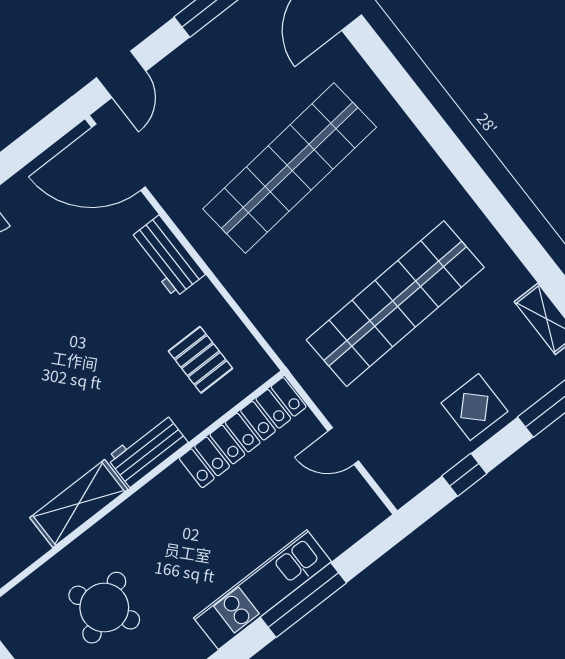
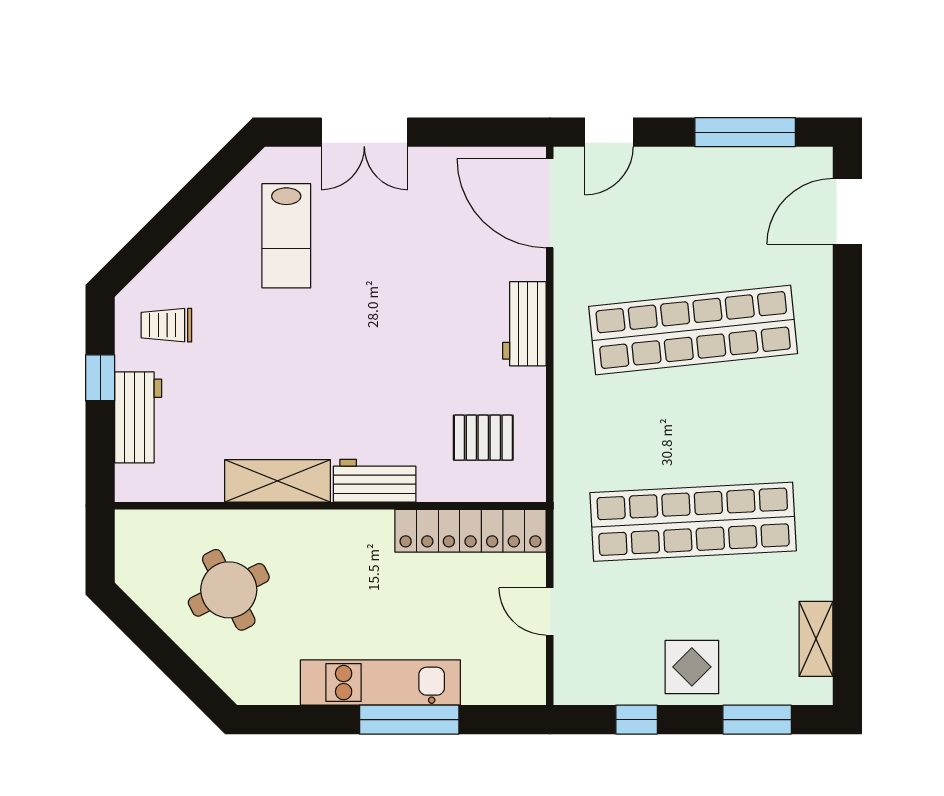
pallet: (200, 360) -> (483, 438), turned 90

